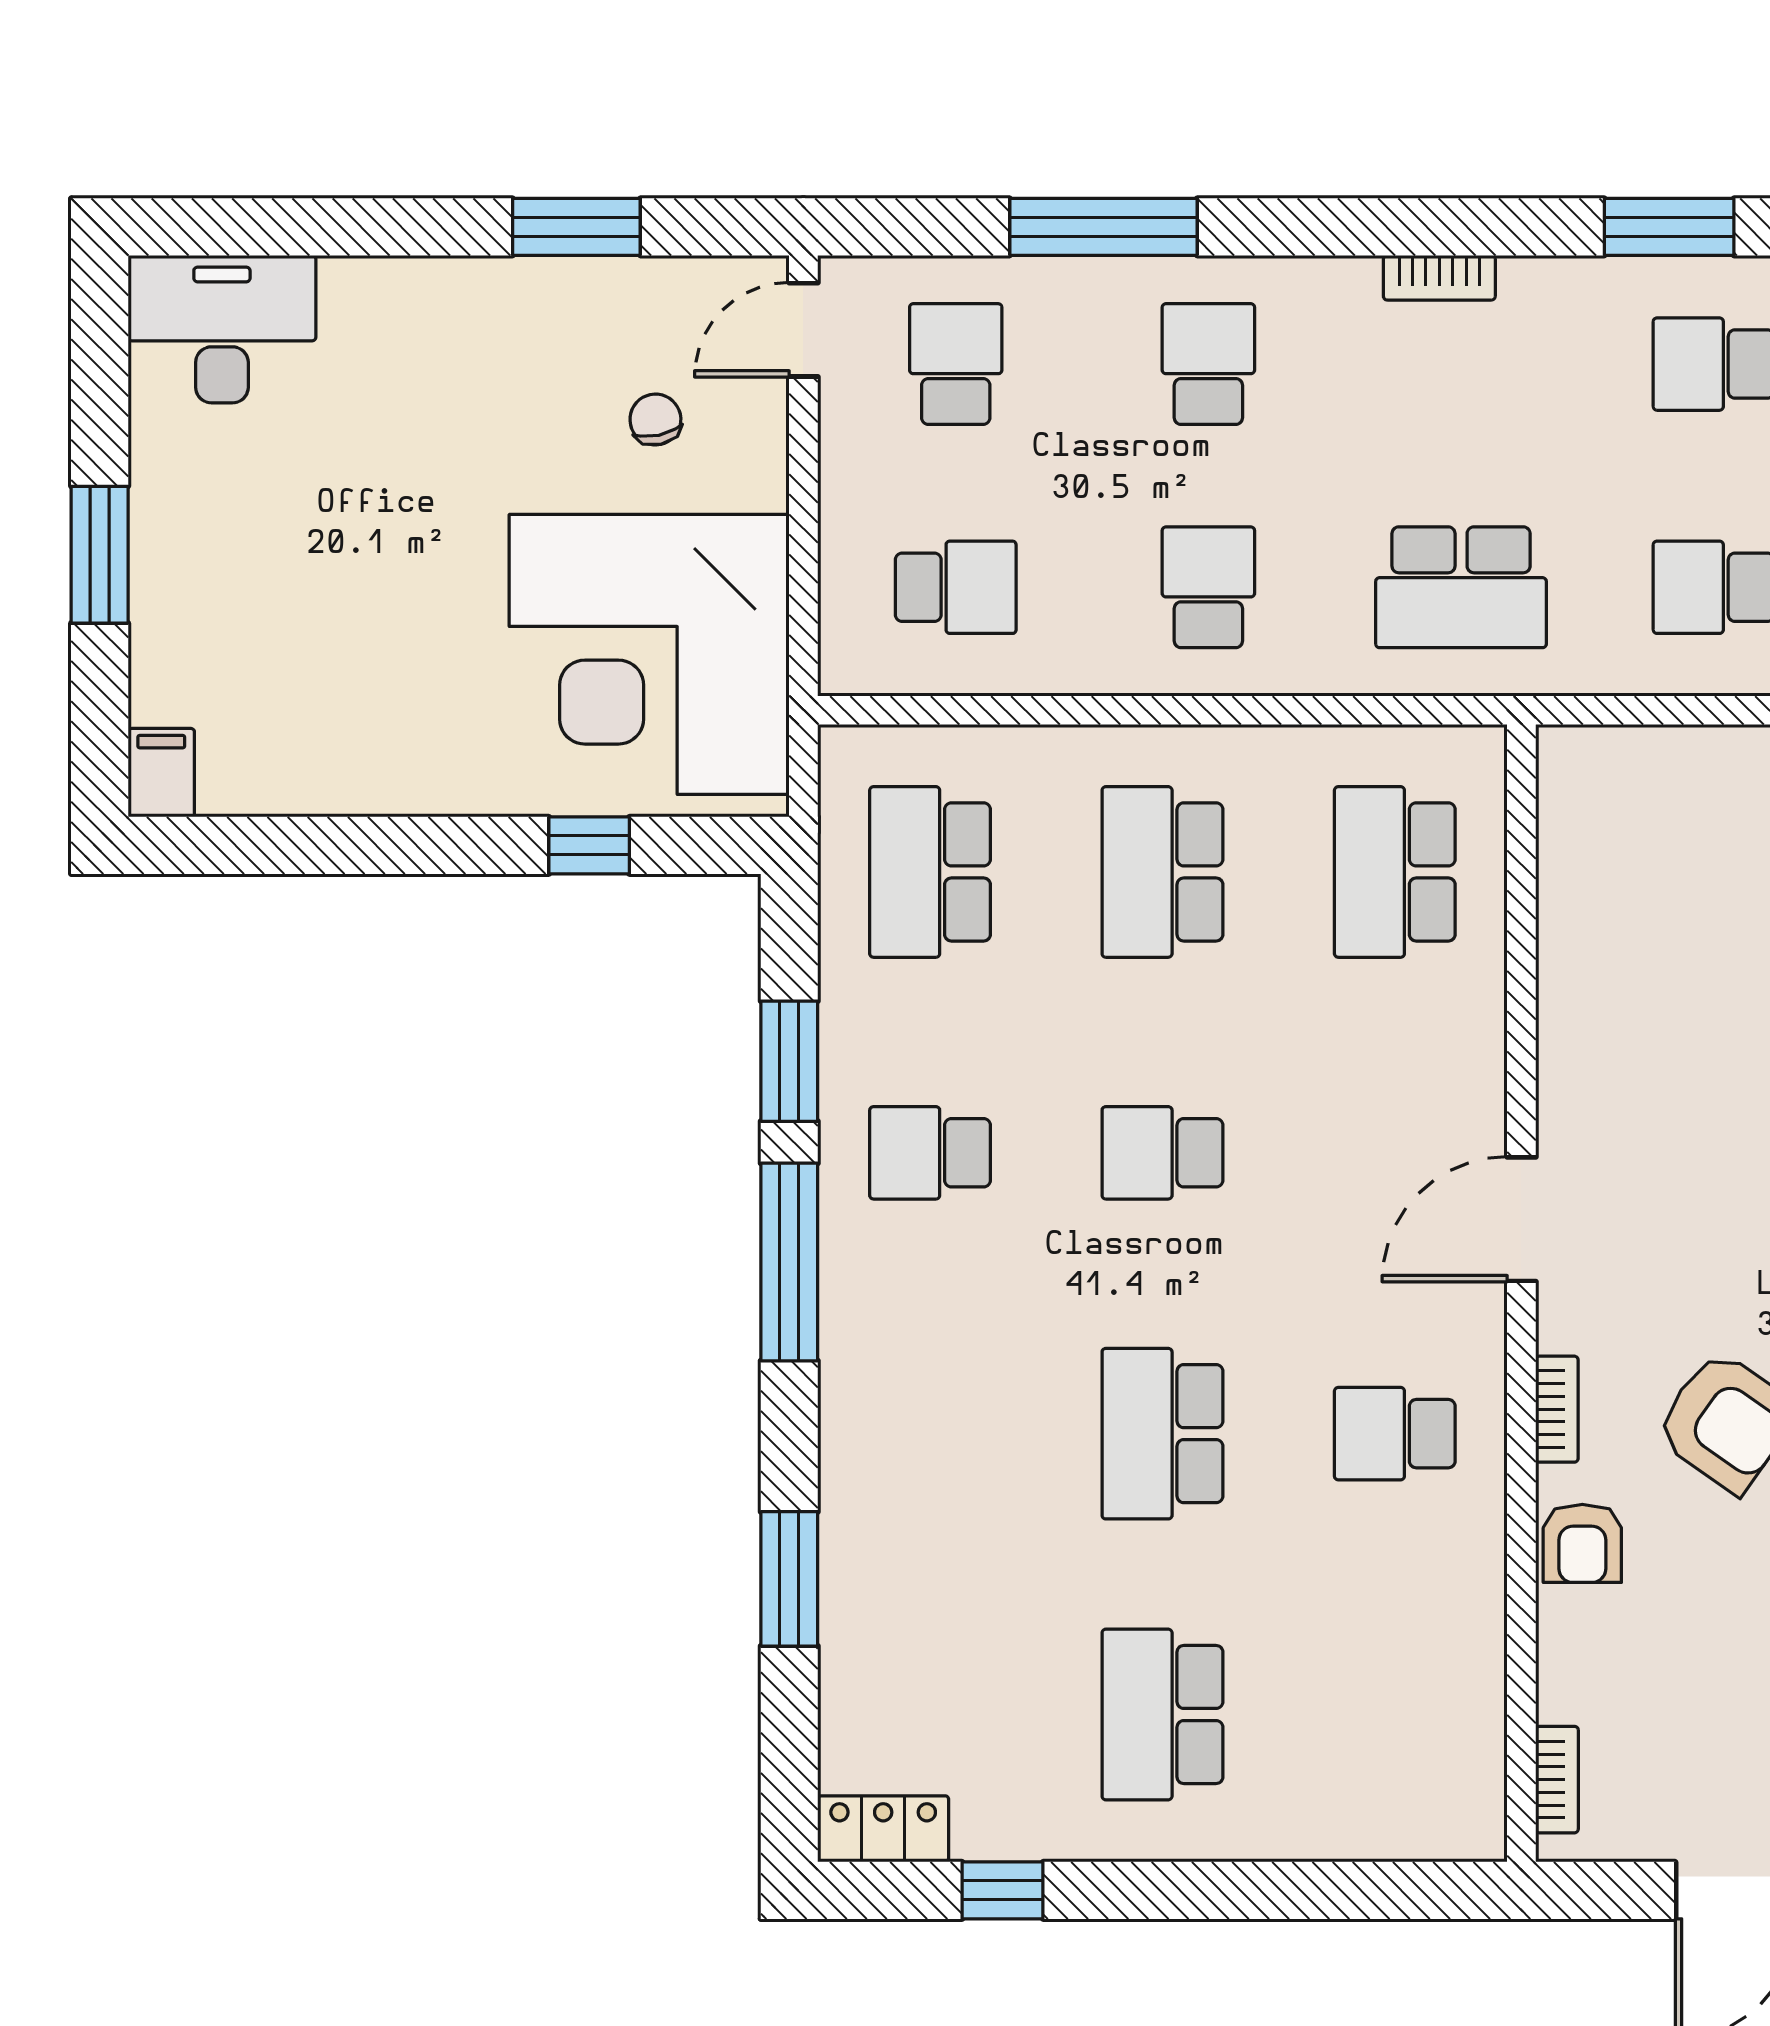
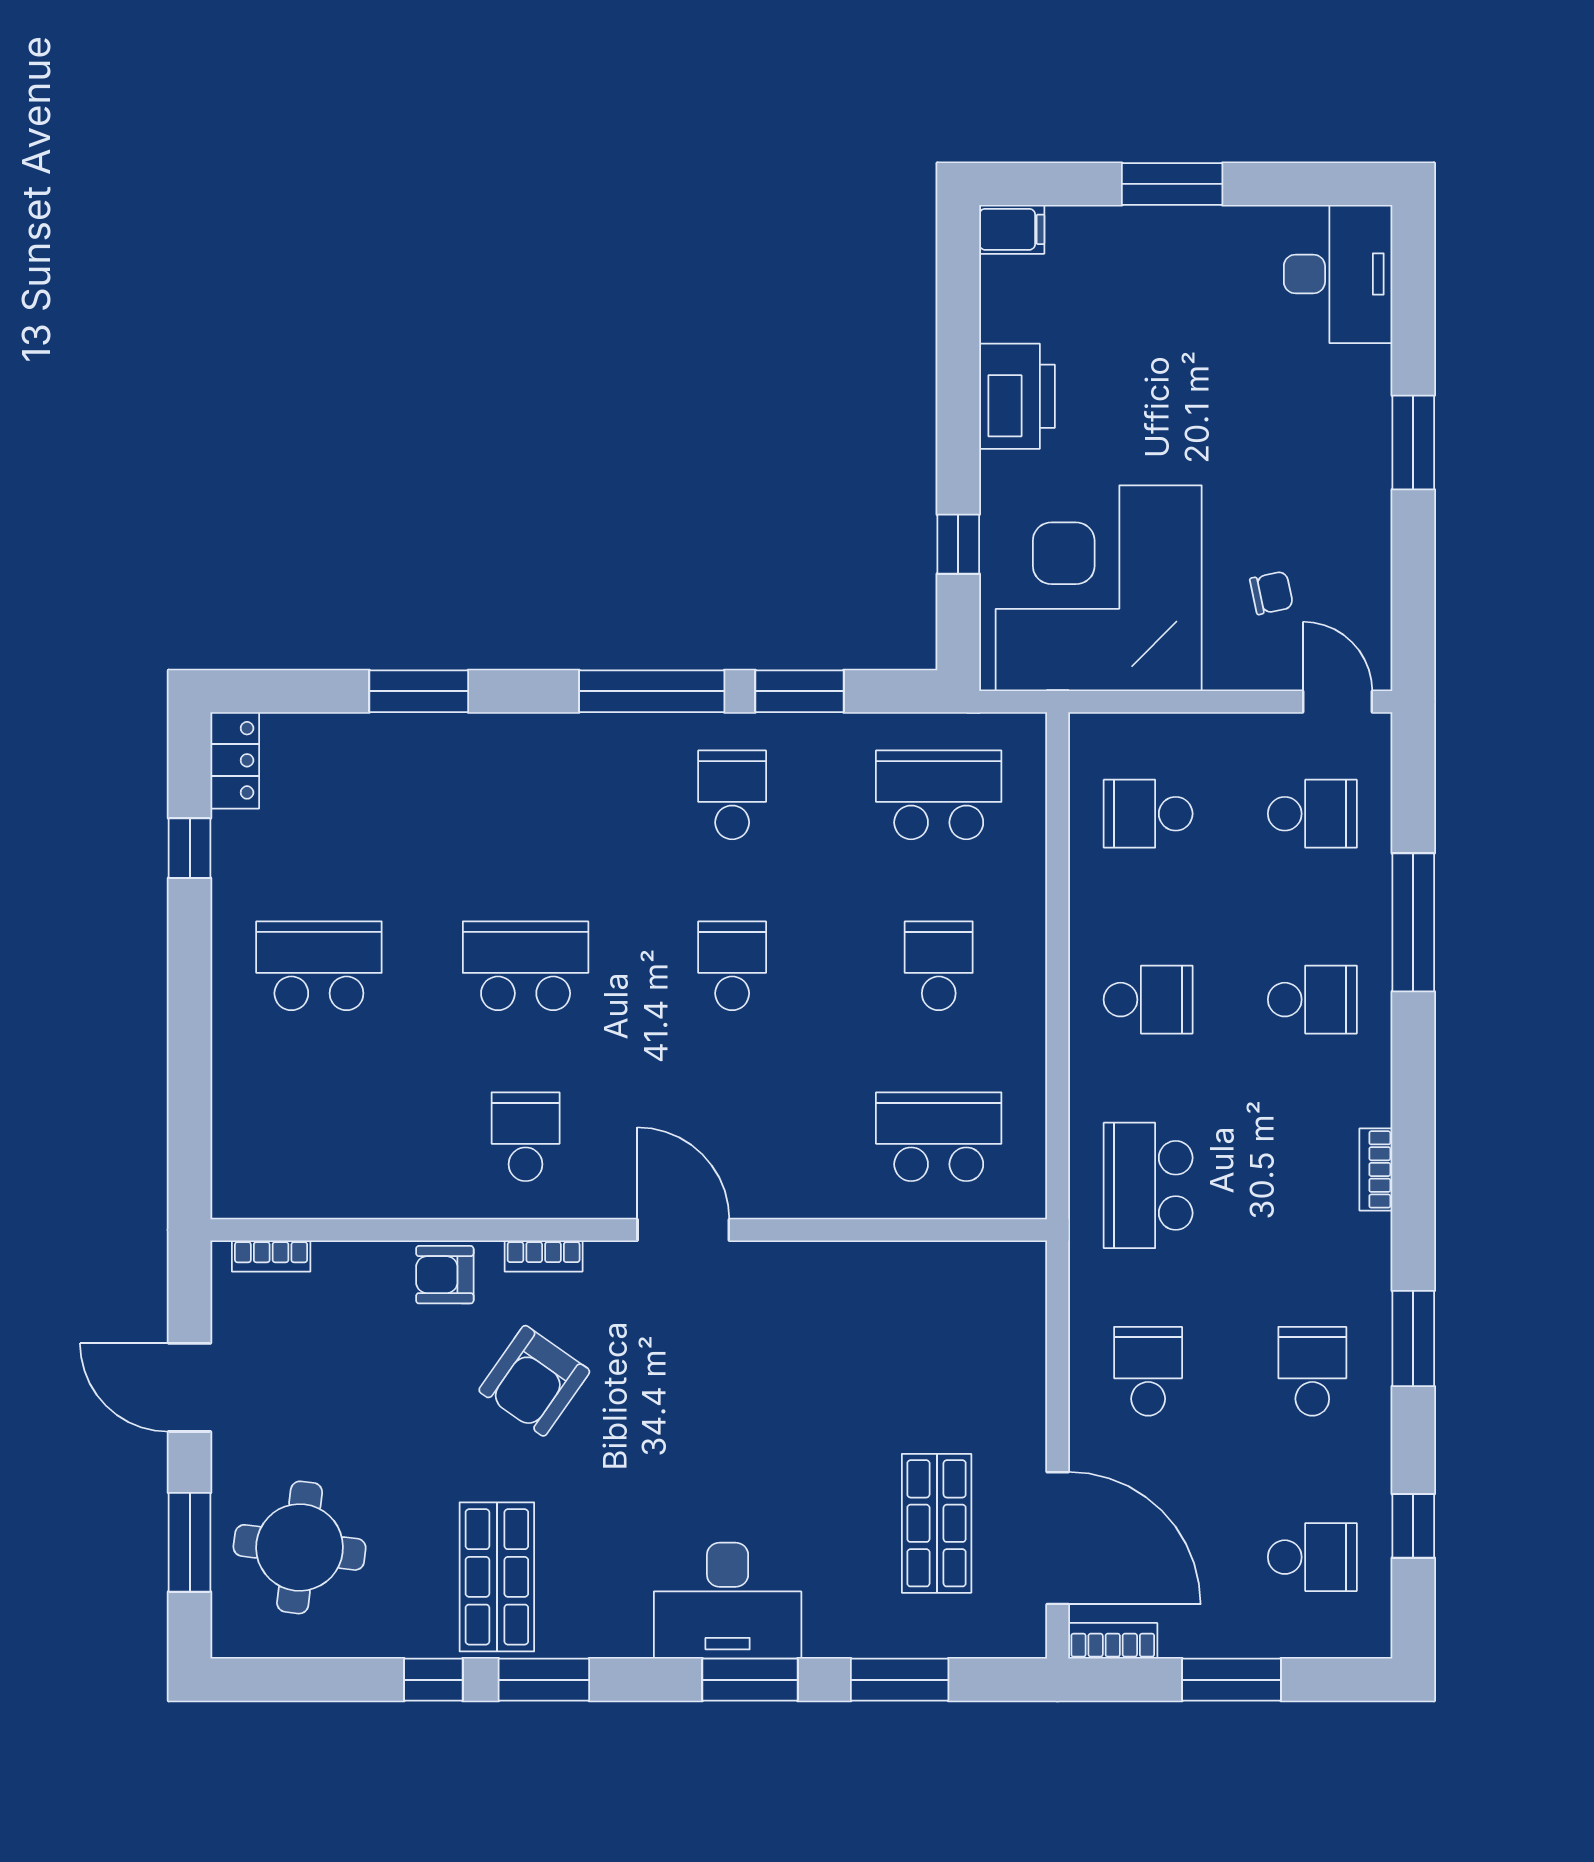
window: (576, 227) -> (1413, 442), moved
school desk: (956, 587) -> (1148, 814), turned 90
printer: (388, 765) -> (1017, 396), added
school desk: (1162, 872) -> (939, 966), width x0.54

